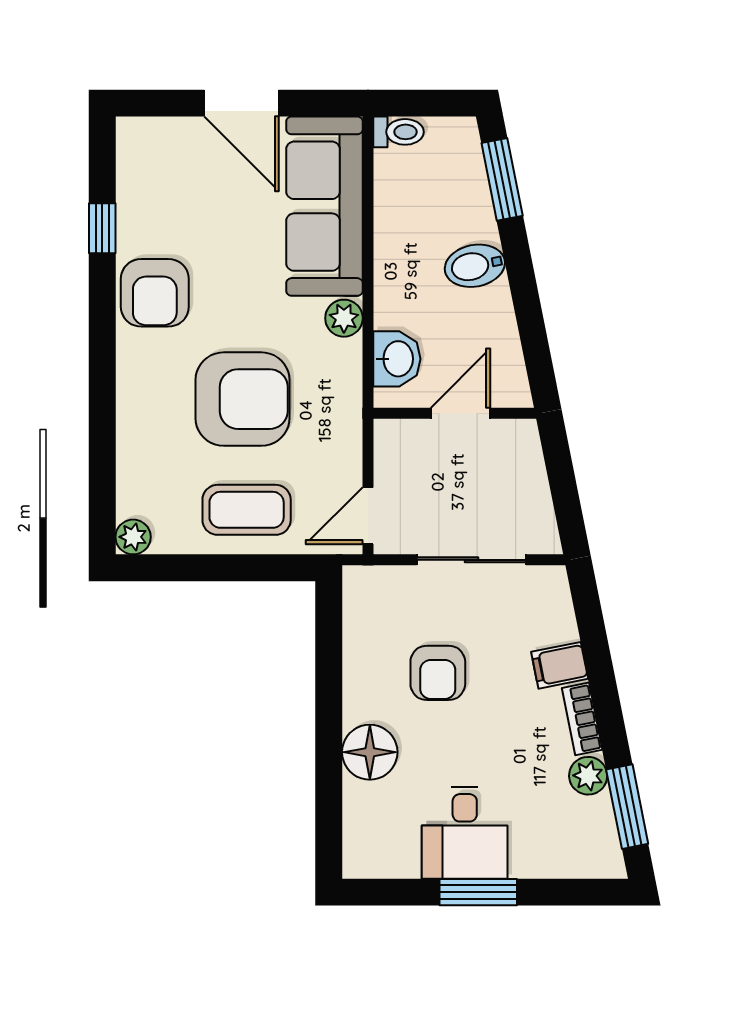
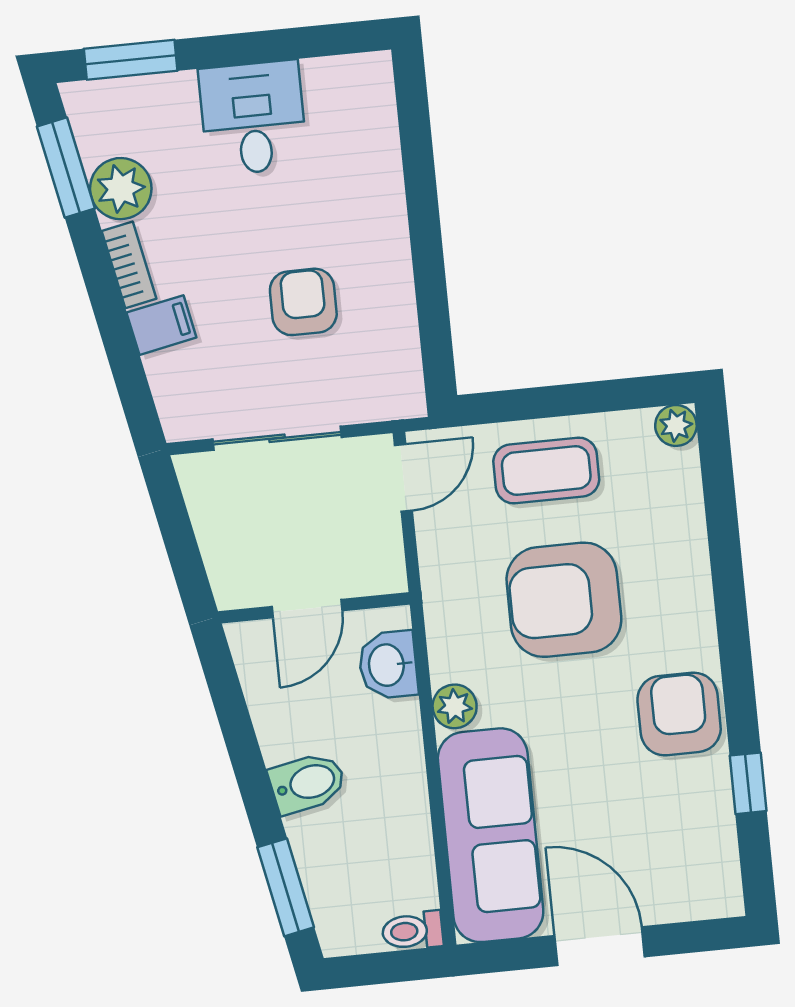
floor lamp: (370, 752) -> (374, 201), removed
plant: (588, 776) -> (121, 189), width x1.38, depth x1.38
window: (478, 892) -> (131, 60), moved

